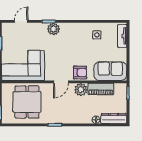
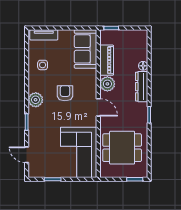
plant: (54, 29) -> (36, 100), moved
armchair: (80, 72) -> (65, 93), moved
dresser: (114, 118) -> (142, 87), moved

